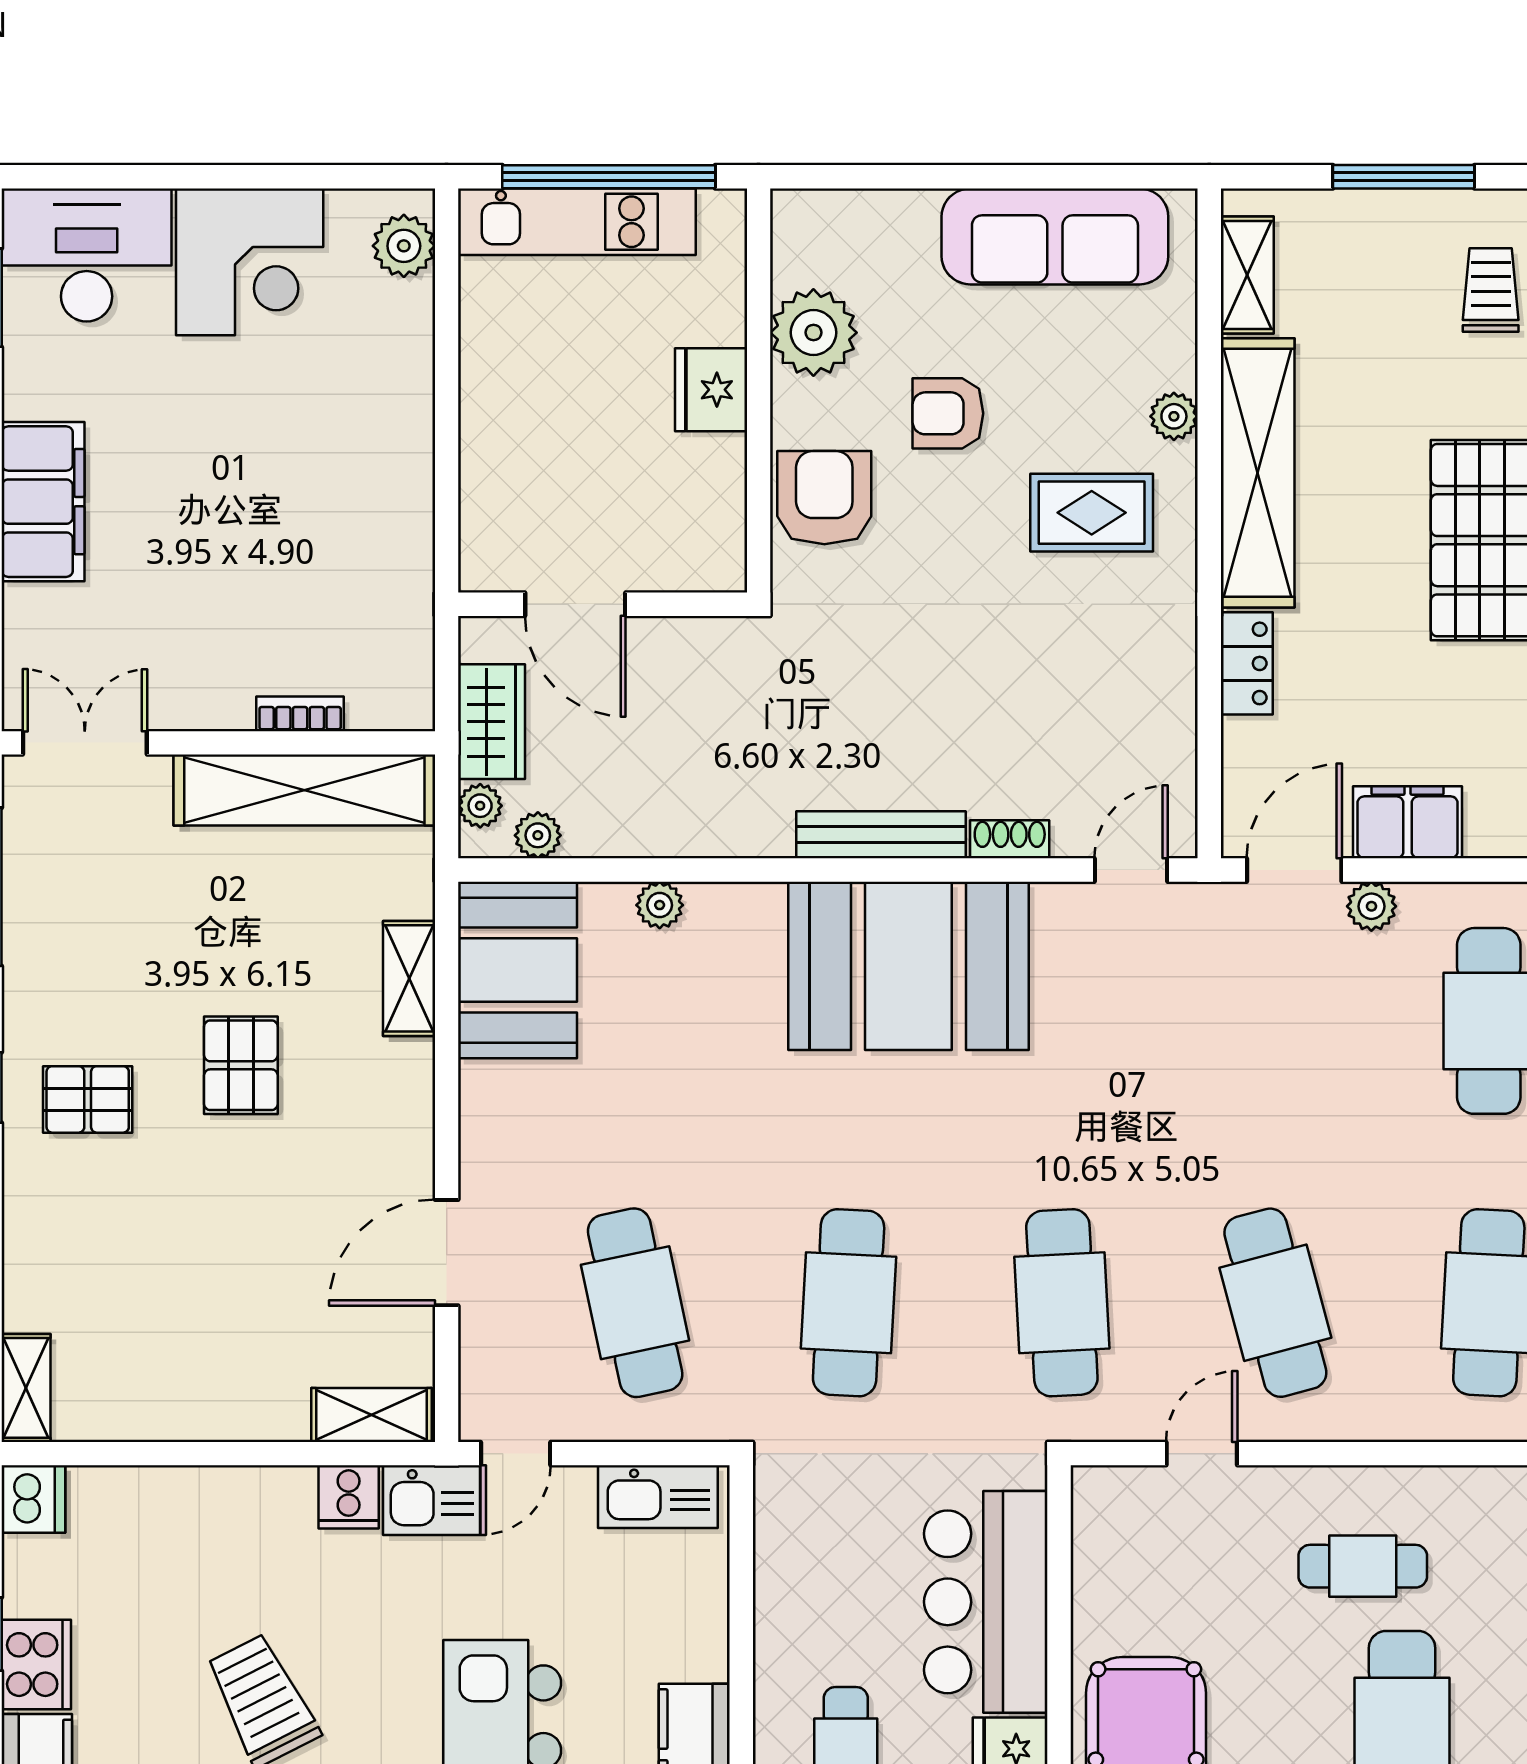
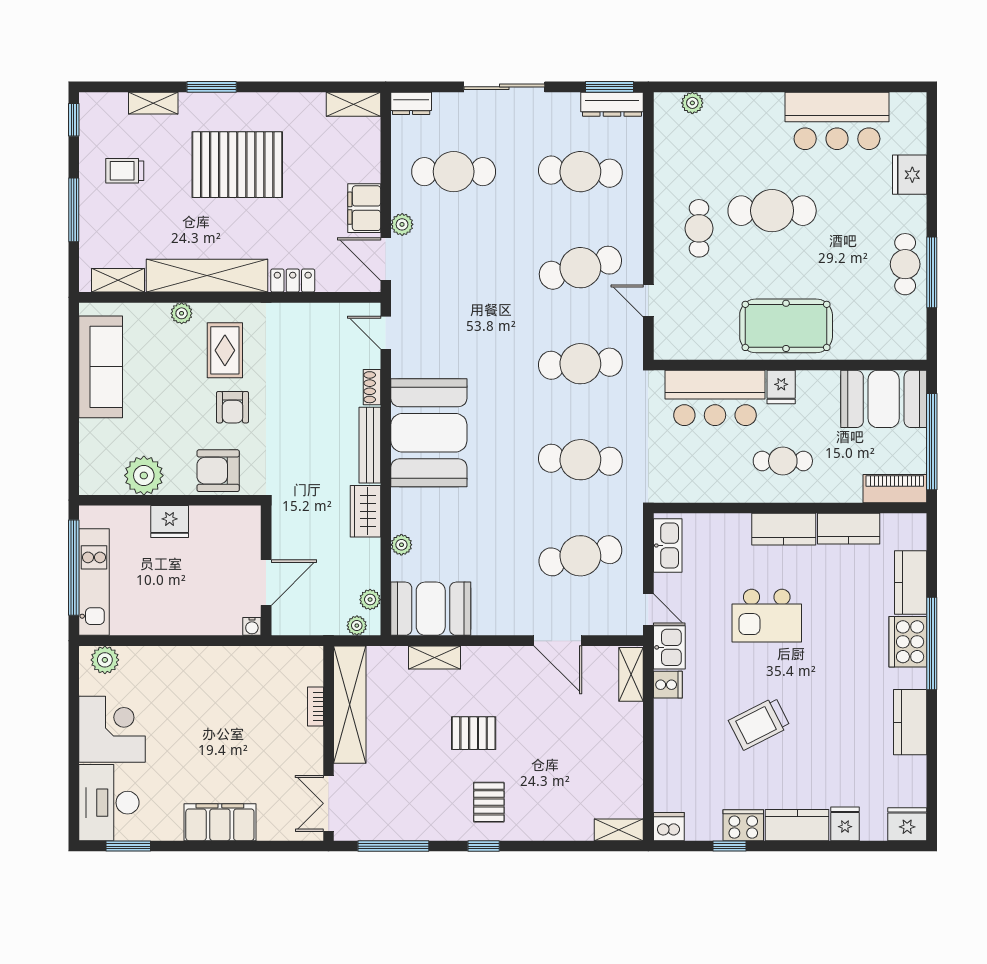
armchair: (948, 413) -> (233, 407), moved
water cooler: (478, 573) -> (252, 626), added
wardrobe: (492, 722) -> (366, 511), moved, turned -90

